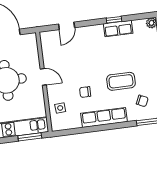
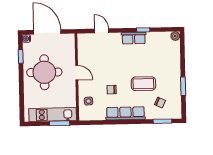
door: (67, 26) -> (102, 31), swing flipped
row of seats: (118, 29) -> (134, 38), moved

